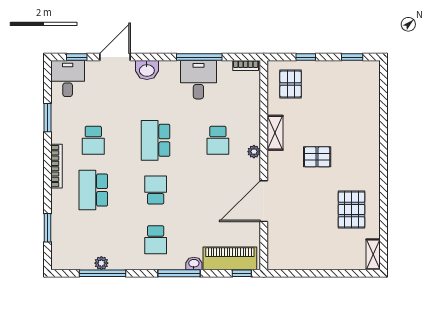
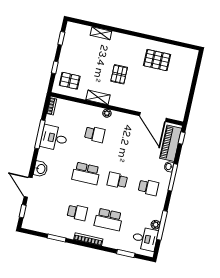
desk: (68, 78) -> (145, 239), moved, turned 180
door: (264, 201) -> (153, 117), moved
shelving: (373, 254) -> (101, 33), moved

